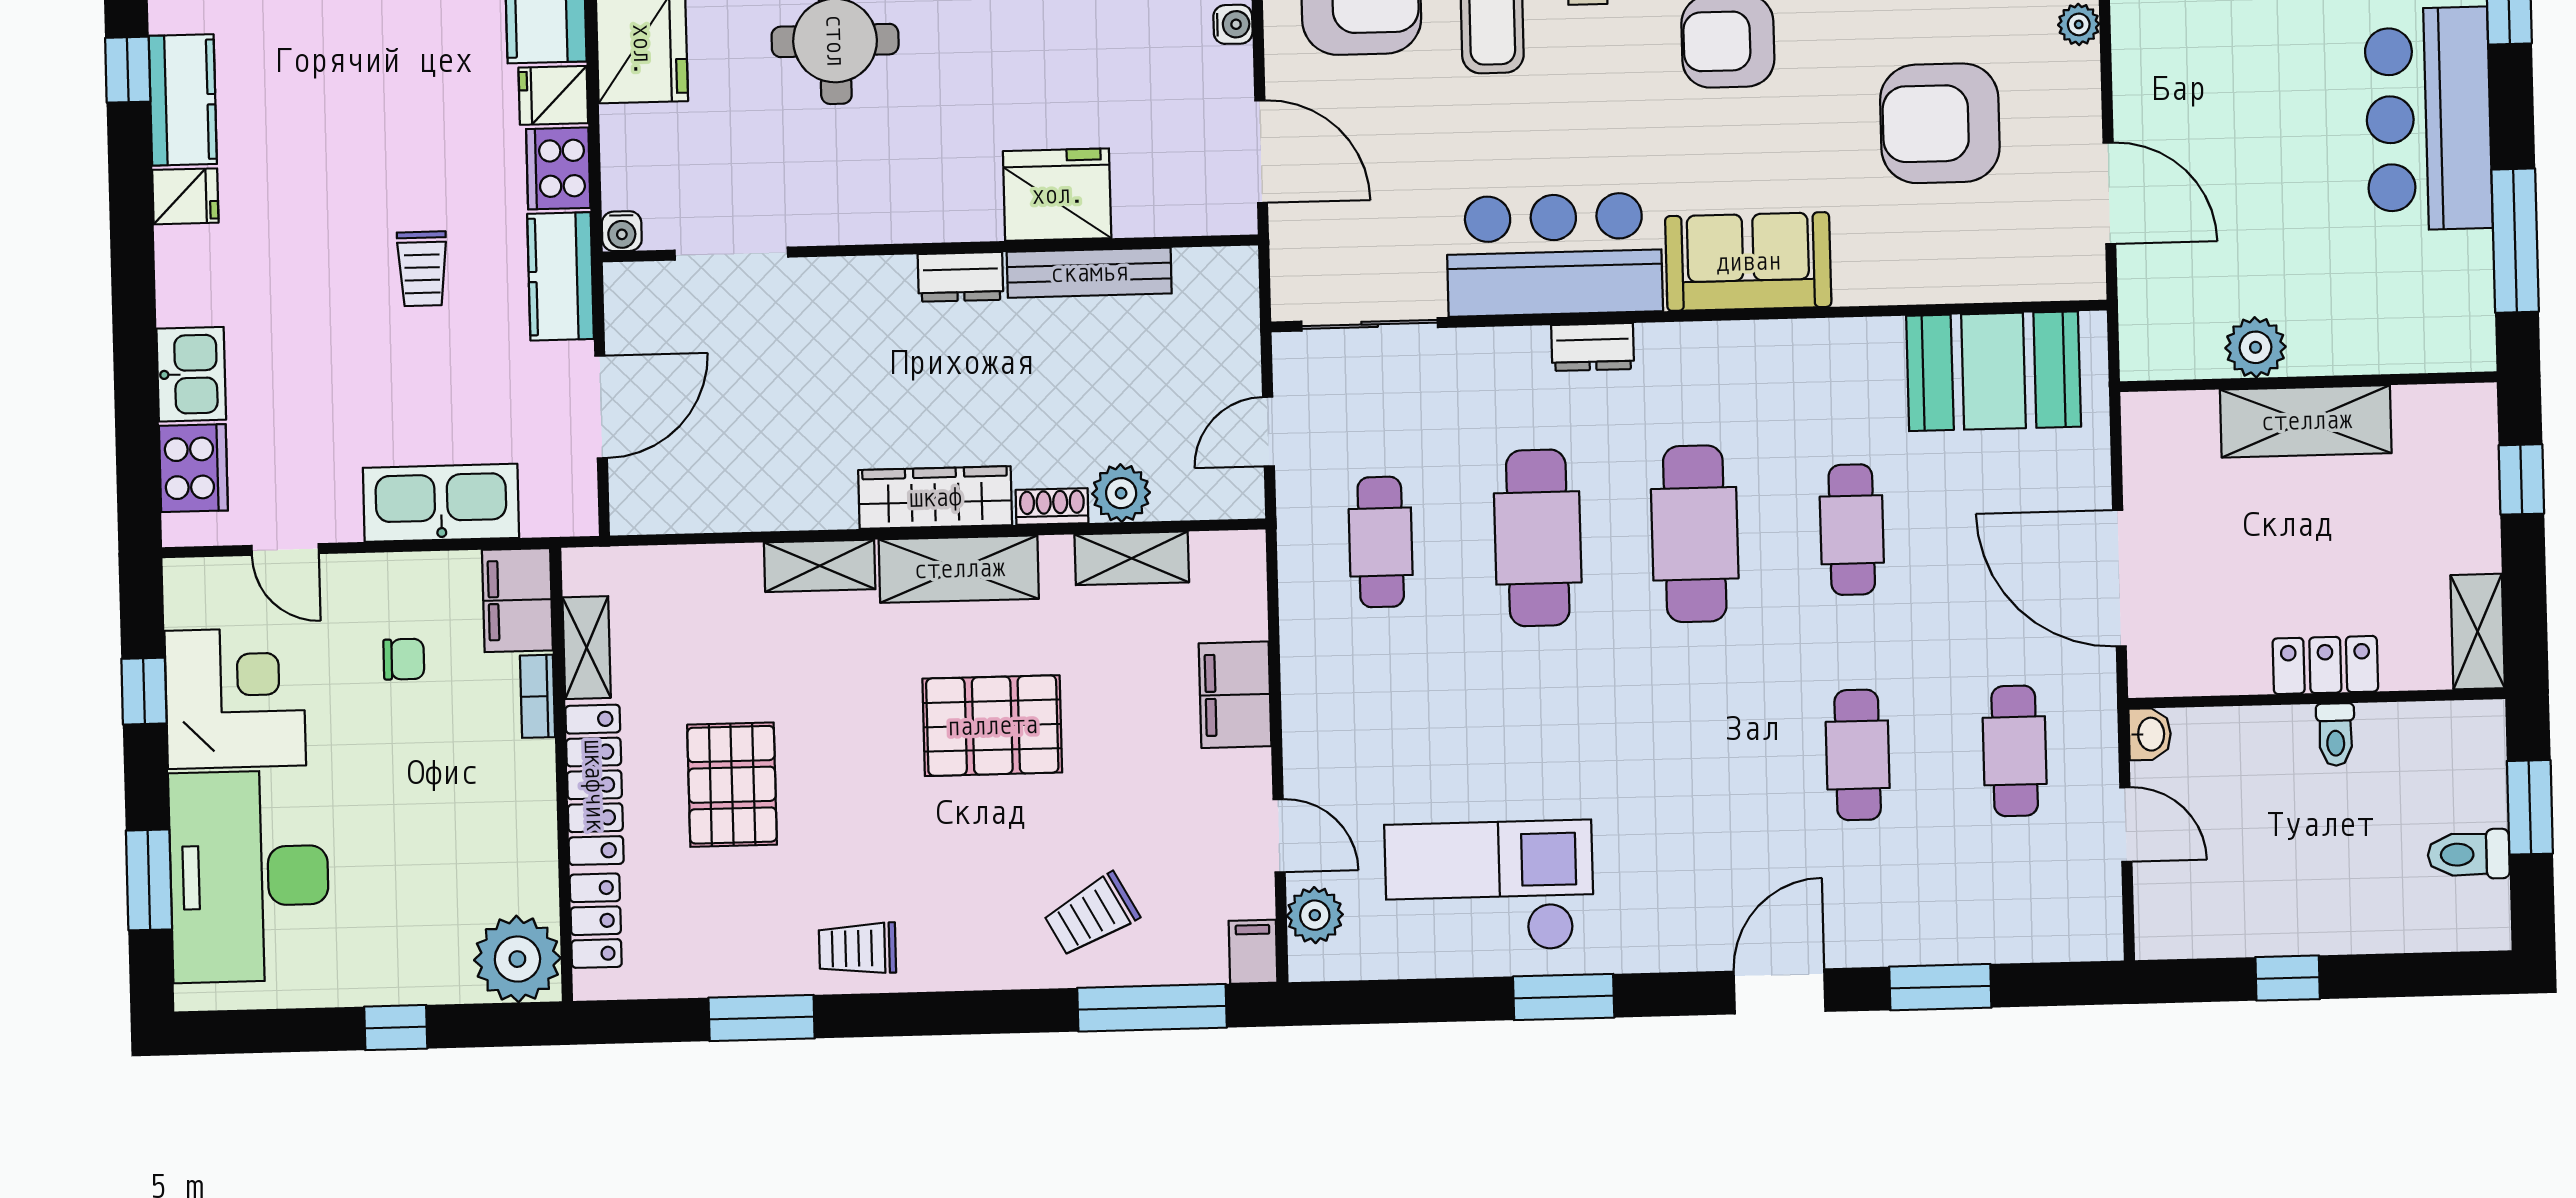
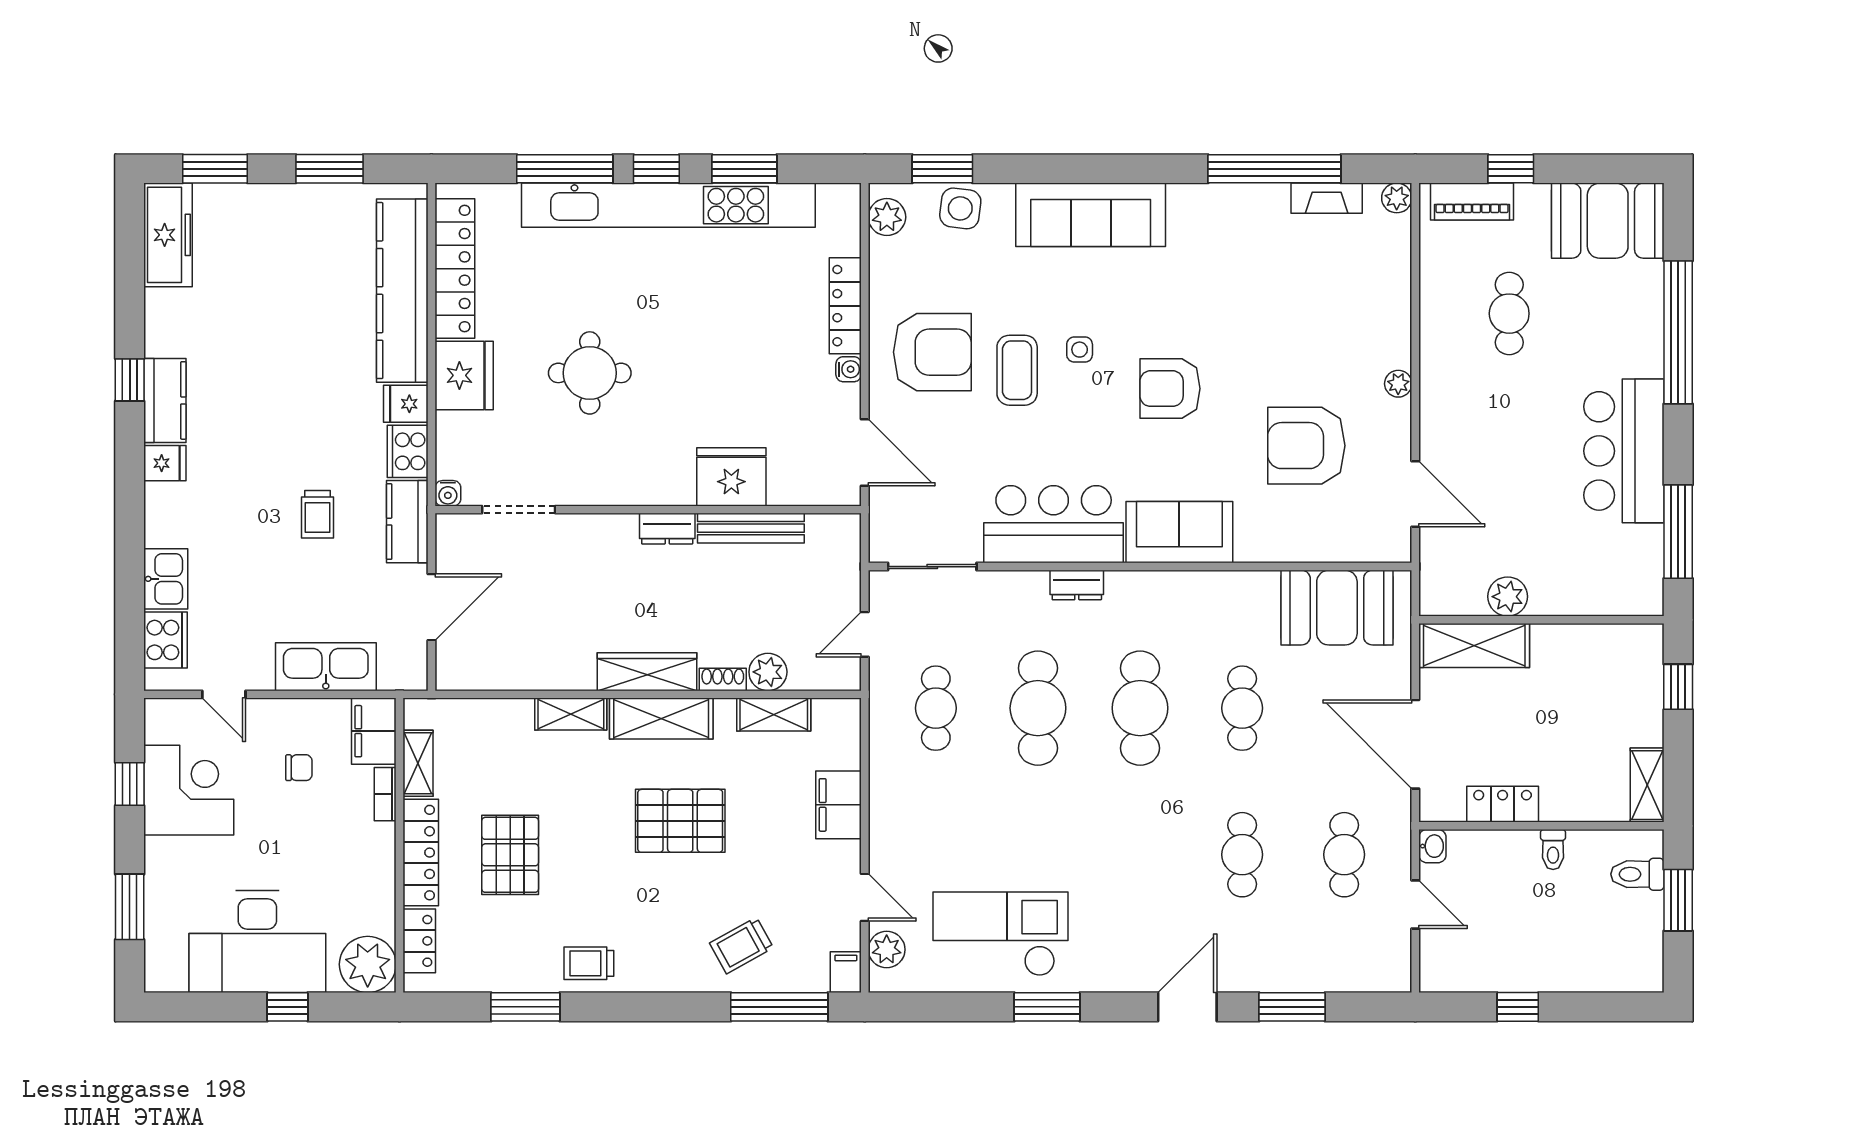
shelving: (2306, 421) -> (1474, 645), moved
locker: (2325, 665) -> (1503, 804), moved
toilet: (2469, 854) -> (1637, 874), moved
desk: (249, 876) -> (257, 942), moved, turned -90

